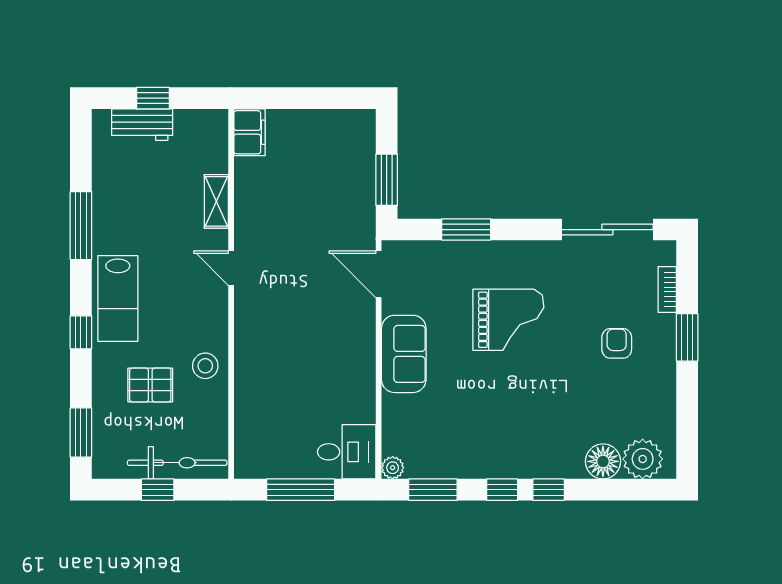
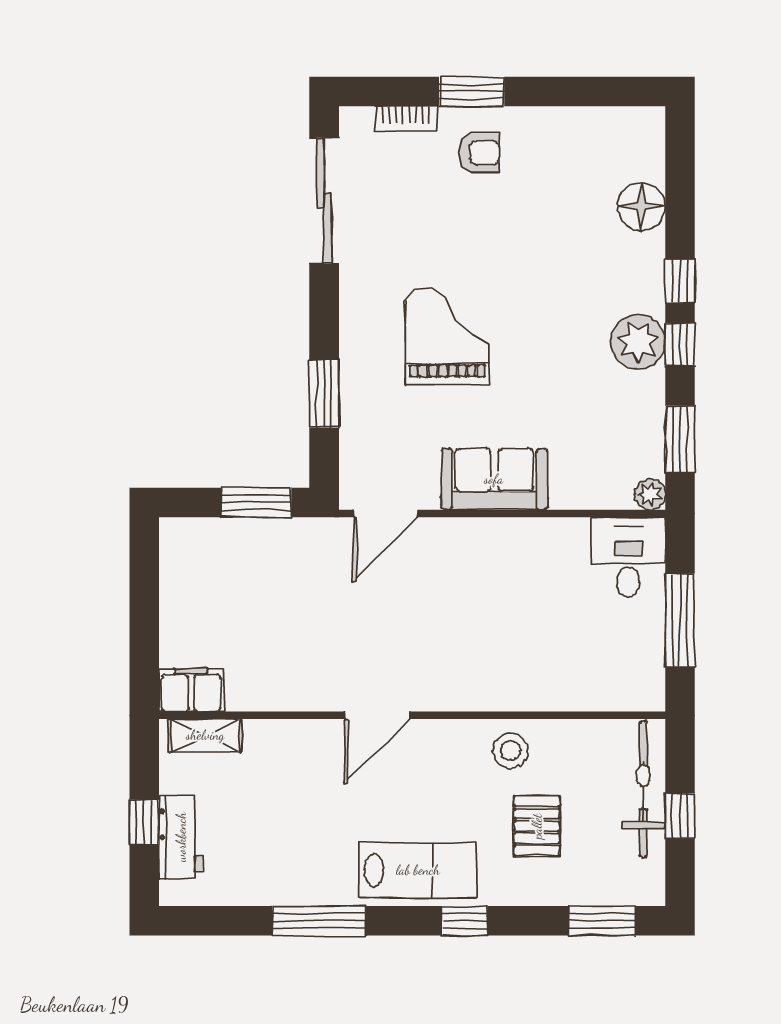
shelving: (216, 201) -> (205, 735), moved
door: (231, 268) -> (377, 715), width x1.38
armchair: (617, 343) -> (479, 153), moved, turned 180
plant: (643, 459) -> (638, 342), moved

